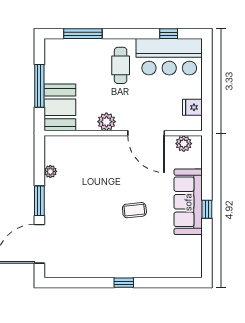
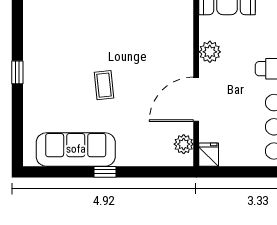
fridge: (192, 107) -> (209, 155), moved
sofa: (188, 202) -> (76, 149), moved

